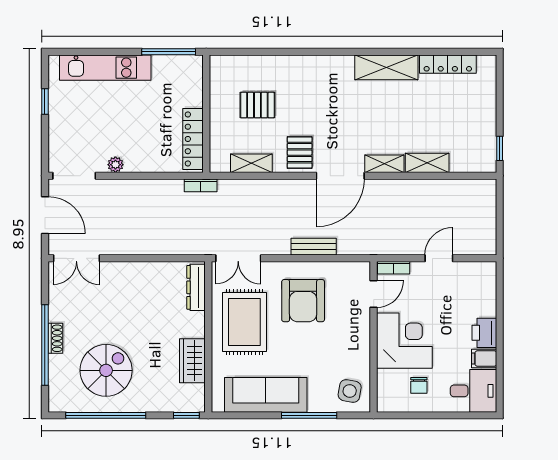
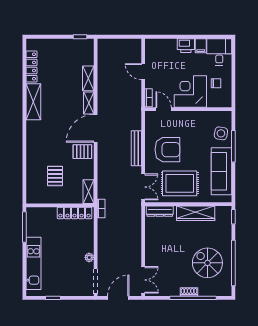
shelving: (251, 163) -> (88, 192), moved
door: (340, 176) -> (96, 128), swing flipped
bench: (314, 247) -> (136, 148), width x1.36
wardrobe: (192, 361) -> (196, 213), width x1.50
side table: (350, 391) -> (221, 133), moved

